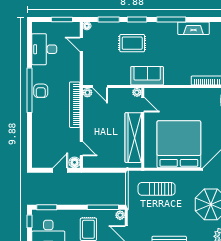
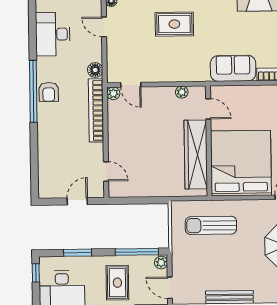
sofa: (147, 76) -> (233, 68), moved
door: (143, 105) -> (208, 109), moved
wall: (143, 128) -> (209, 141), moved
wardrobe: (133, 138) -> (196, 155), moved
floor lamp: (75, 162) -> (95, 70), moved
window: (47, 207) -> (78, 253), moved

